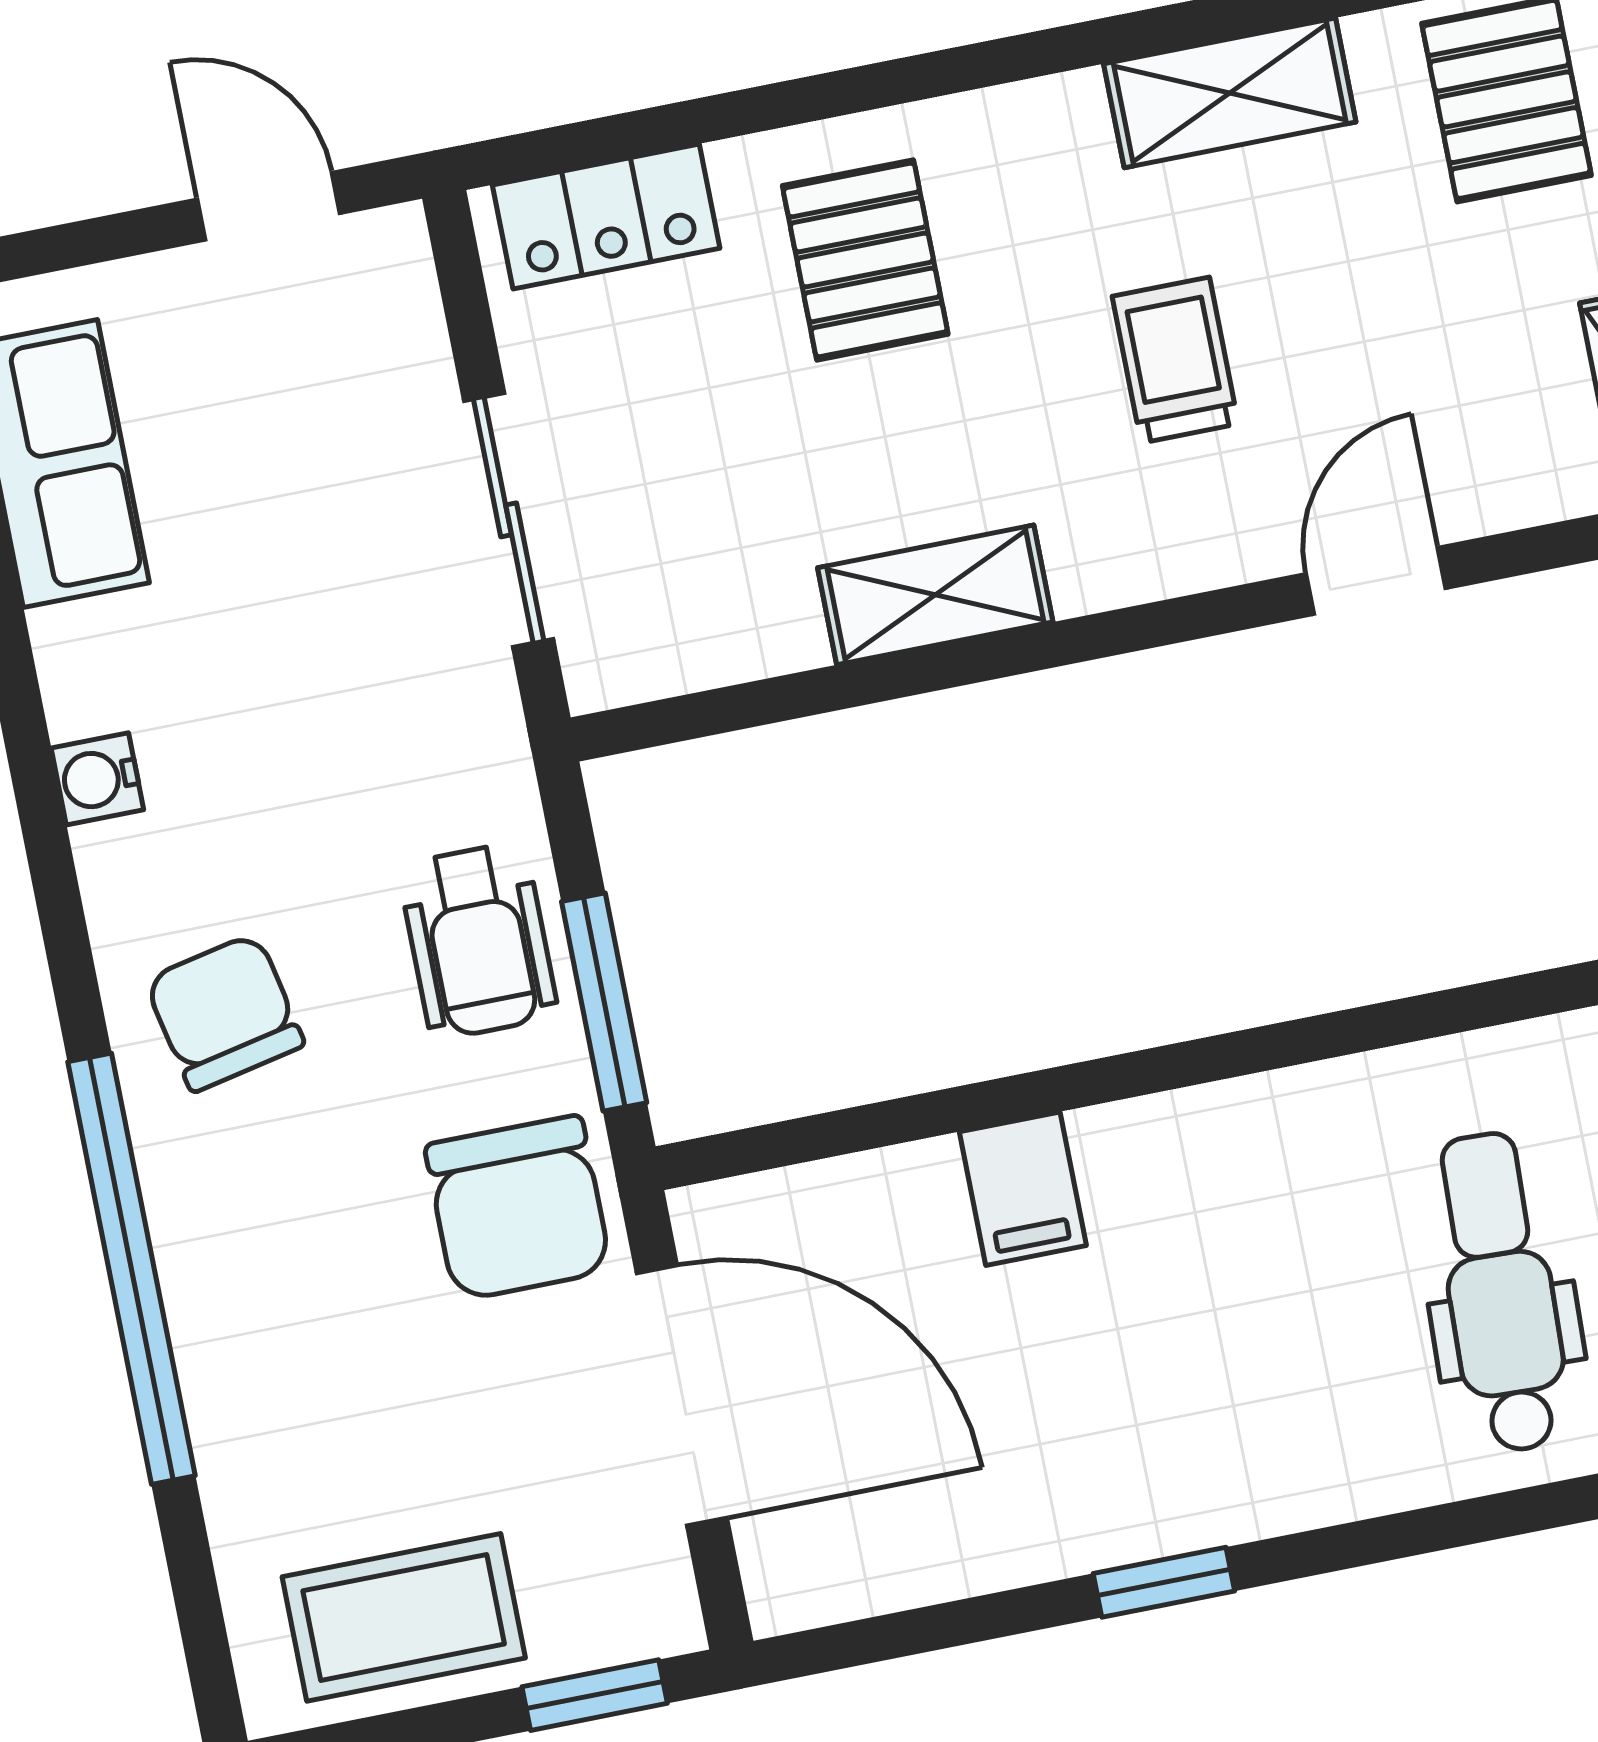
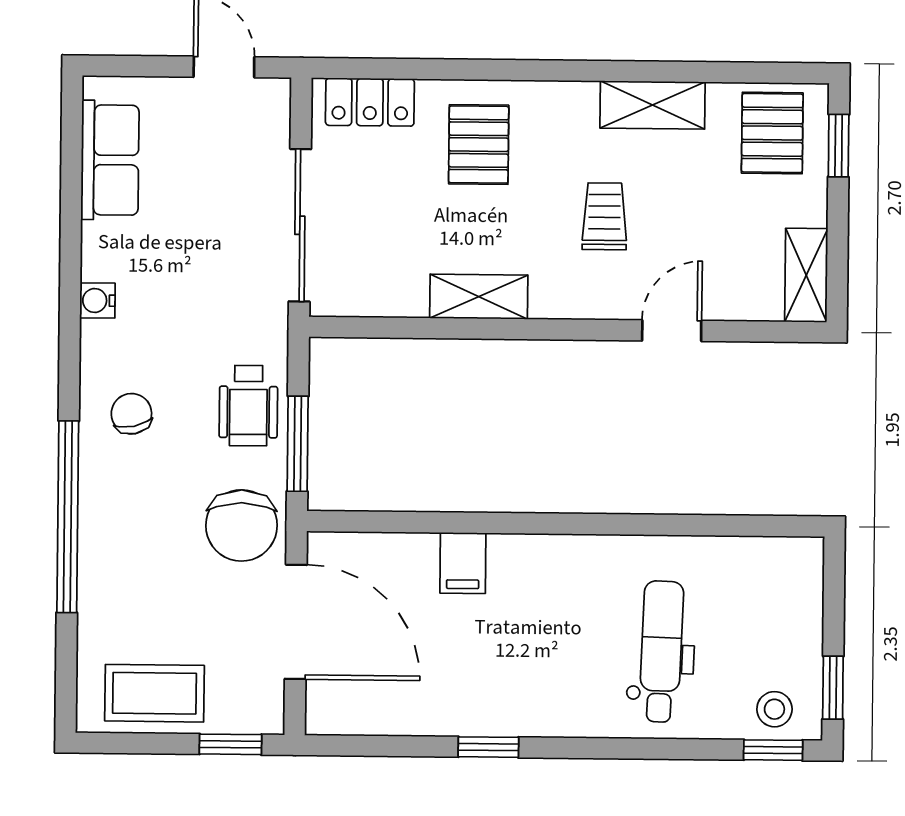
sliding door: (509, 520) -> (300, 225), width x1.37
chair: (224, 1013) -> (131, 414), width x0.73, depth x0.73

